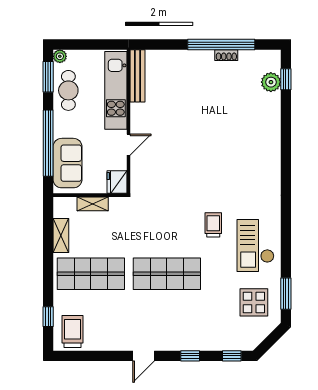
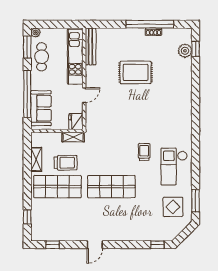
rug: (201, 113) -> (136, 72), added
shelving: (93, 204) -> (73, 137), moved
trolley: (72, 332) -> (66, 163), moved, turned 90
window: (190, 356) -> (53, 245), moved

